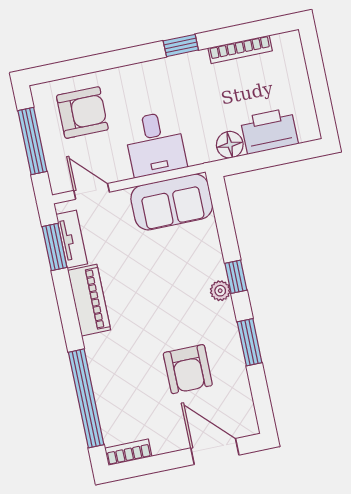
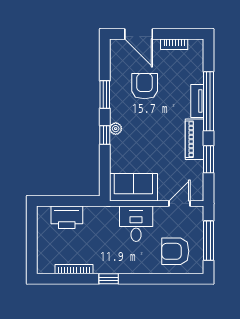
floor lamp: (230, 145) -> (92, 214), removed
door: (92, 191) -> (180, 203), swing flipped
tv unit: (72, 239) -> (197, 101), moved
window: (55, 247) -> (208, 159), moved
window: (86, 398) -> (208, 101), moved
bookcase: (128, 452) -> (174, 44), moved

